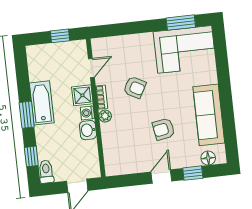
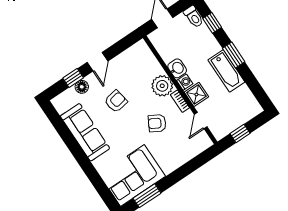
plant: (105, 116) -> (162, 86), width x1.87, depth x1.87
floor lamp: (208, 158) -> (82, 87), moved

